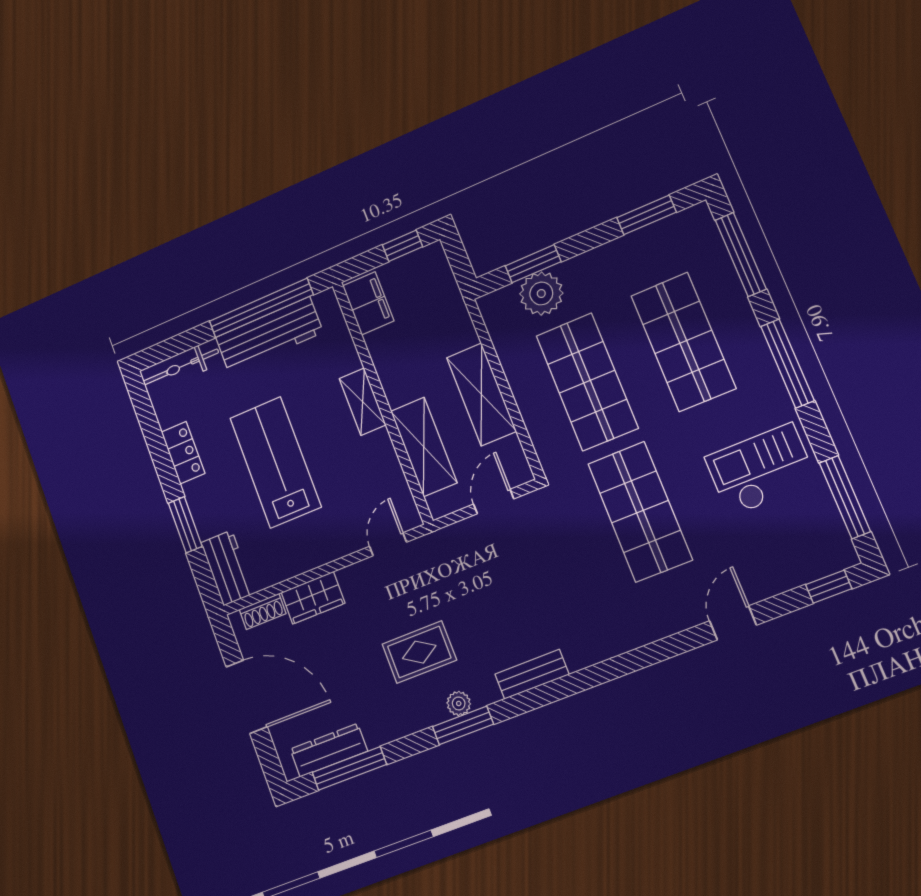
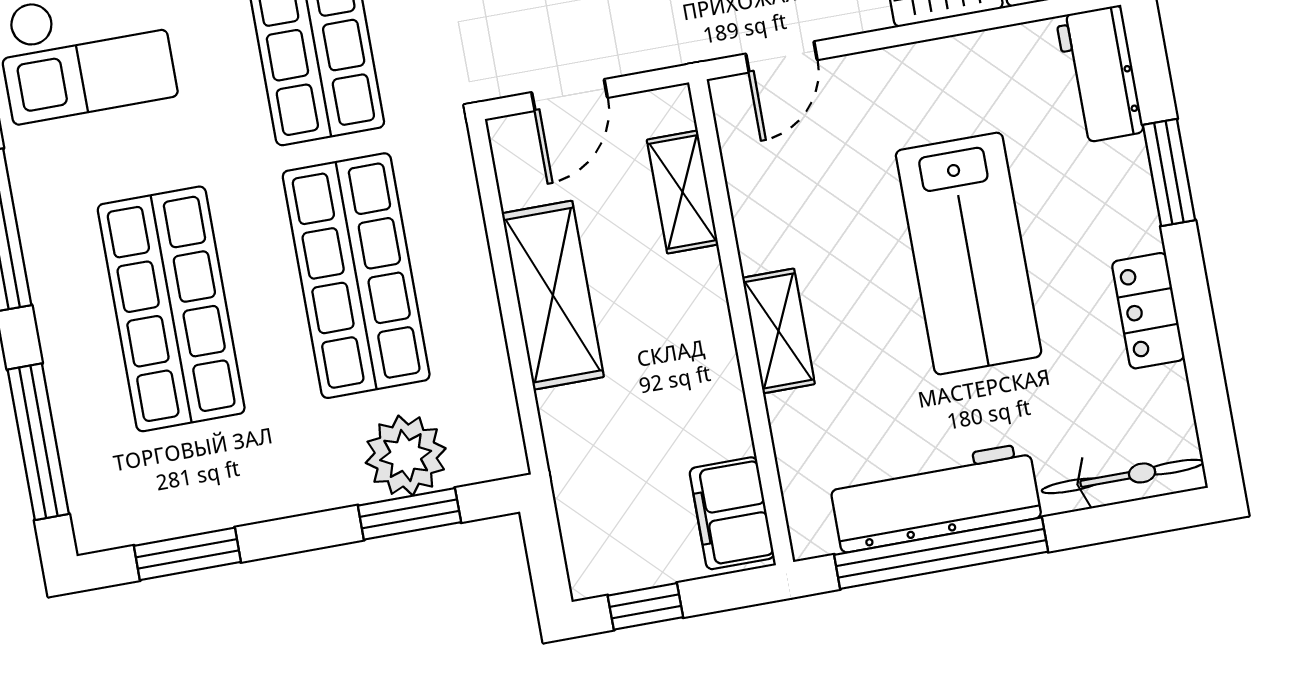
shelving: (424, 447) -> (683, 192), width x0.67, depth x0.75

